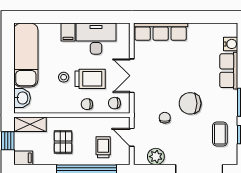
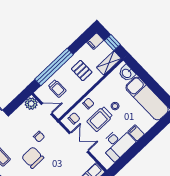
chair: (190, 103) -> (33, 158), turned -90
plant: (156, 157) -> (31, 104), moved

